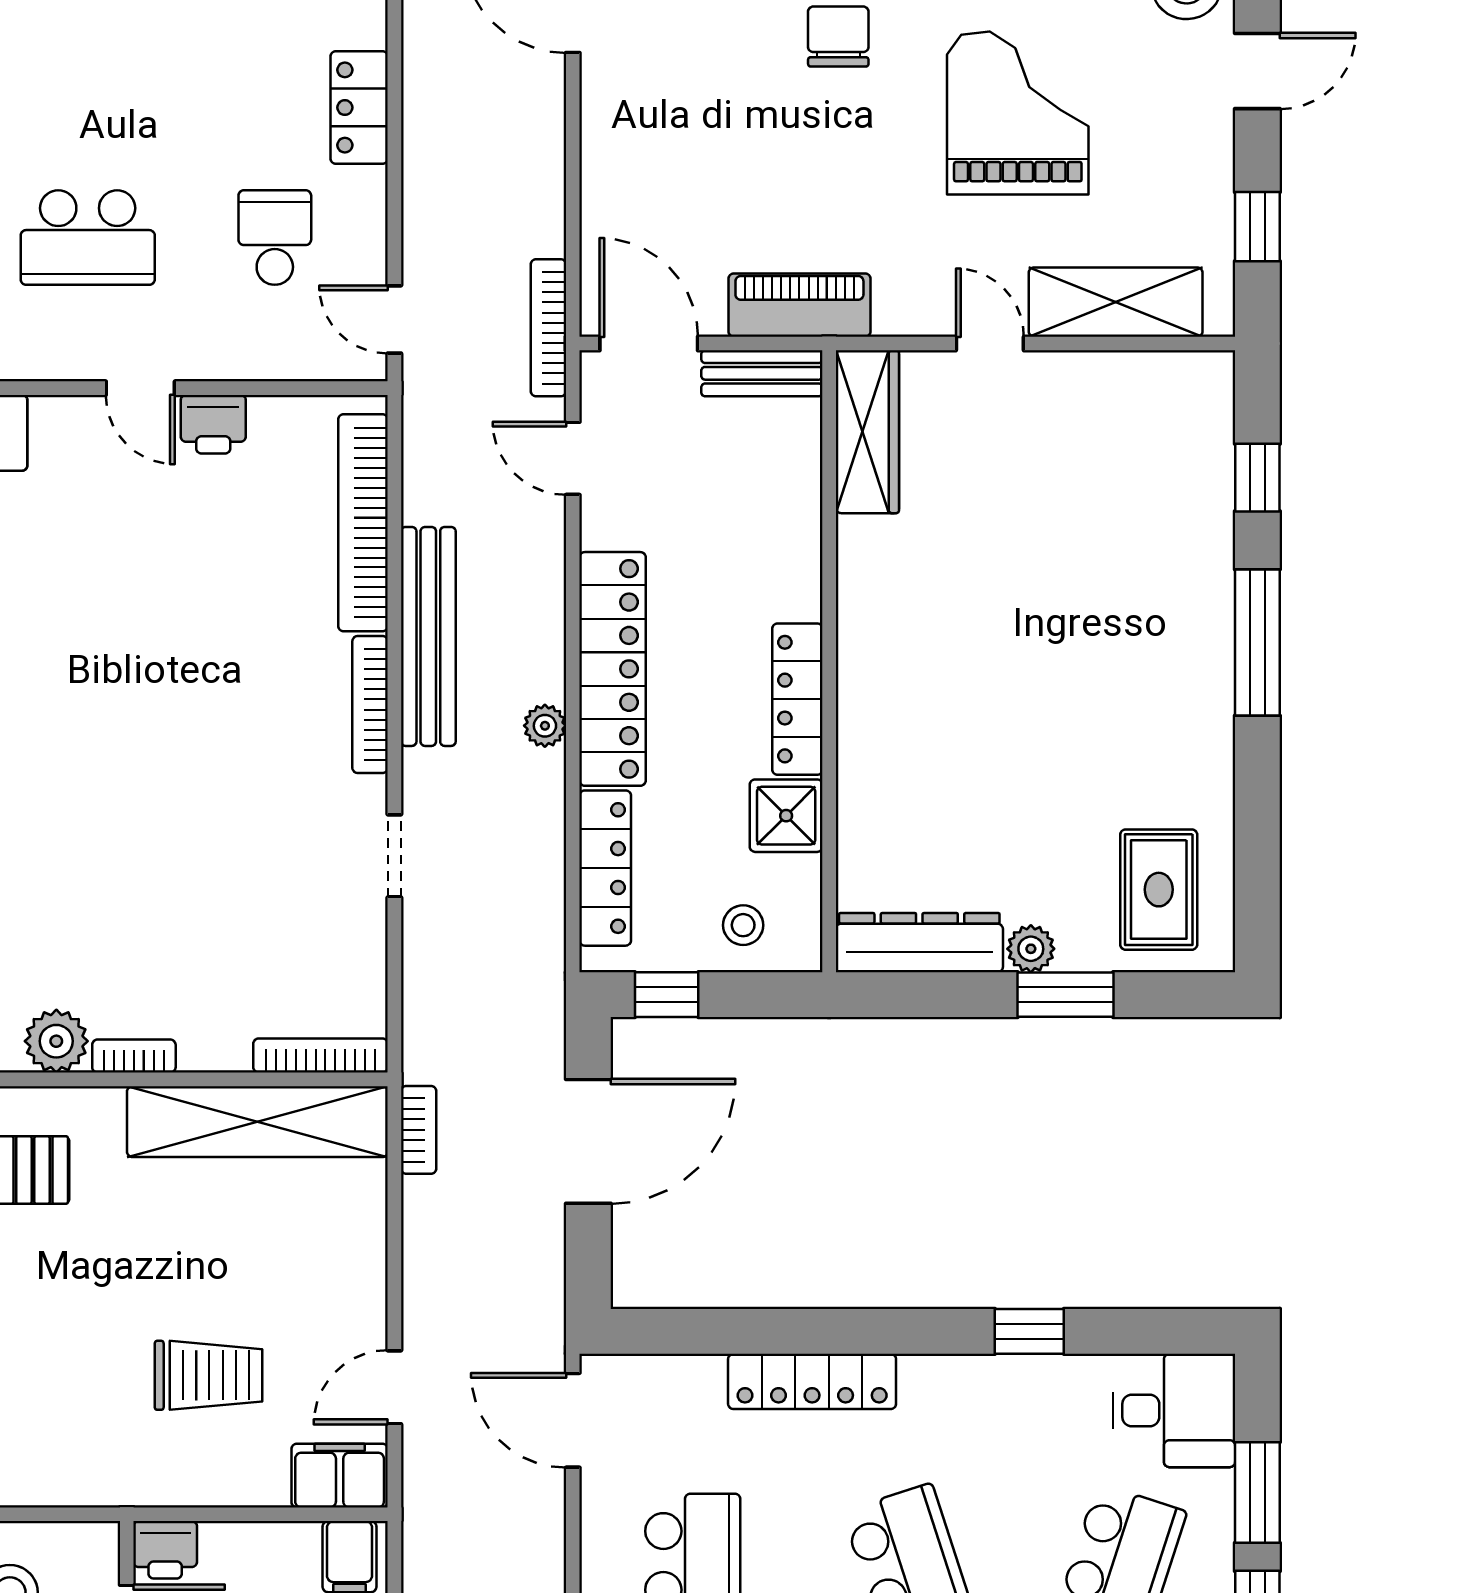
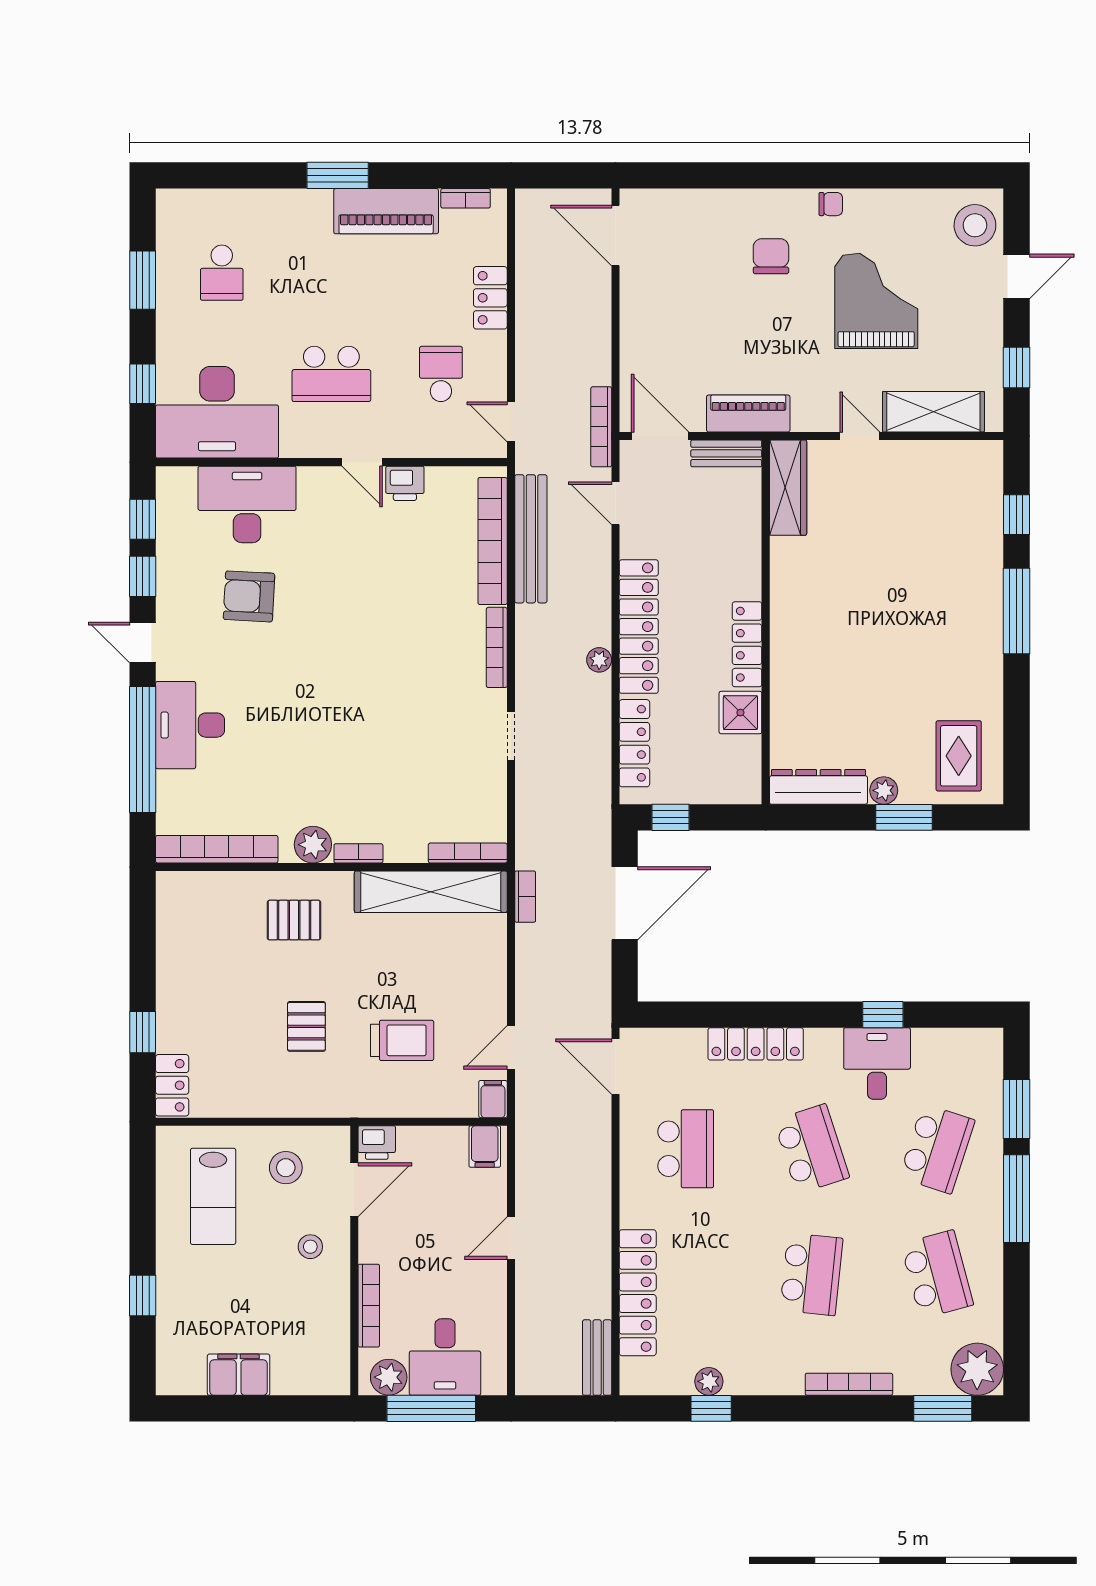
bench: (428, 636) -> (531, 539), moved
stool: (743, 925) -> (715, 777), removed
pallet: (45, 1352) -> (306, 1026), added
desk: (1174, 1410) -> (877, 1064), moved, turned -90
filing cabinet: (340, 1476) -> (493, 1099), width x0.50

